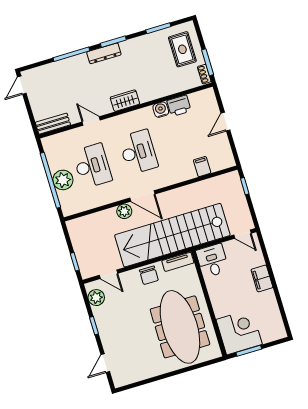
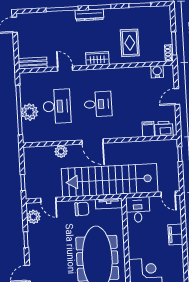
rug: (182, 49) -> (130, 43), moved
printer: (179, 106) -> (164, 129), moved, turned 180
water cooler: (161, 110) -> (157, 72), moved
desk: (138, 152) -> (98, 104), width x0.73
plant: (124, 211) -> (61, 151), moved
chair: (149, 275) -> (82, 209), turned -91

